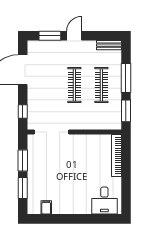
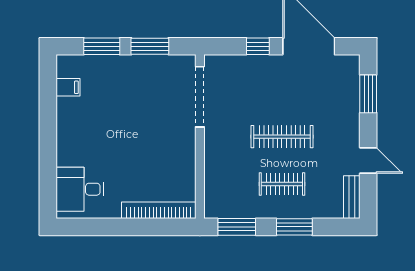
door: (74, 36) -> (368, 161), moved
window: (126, 78) -> (294, 227), width x0.69
clothes rail: (101, 85) -> (282, 184), width x0.73
window: (23, 112) -> (258, 46), moved

